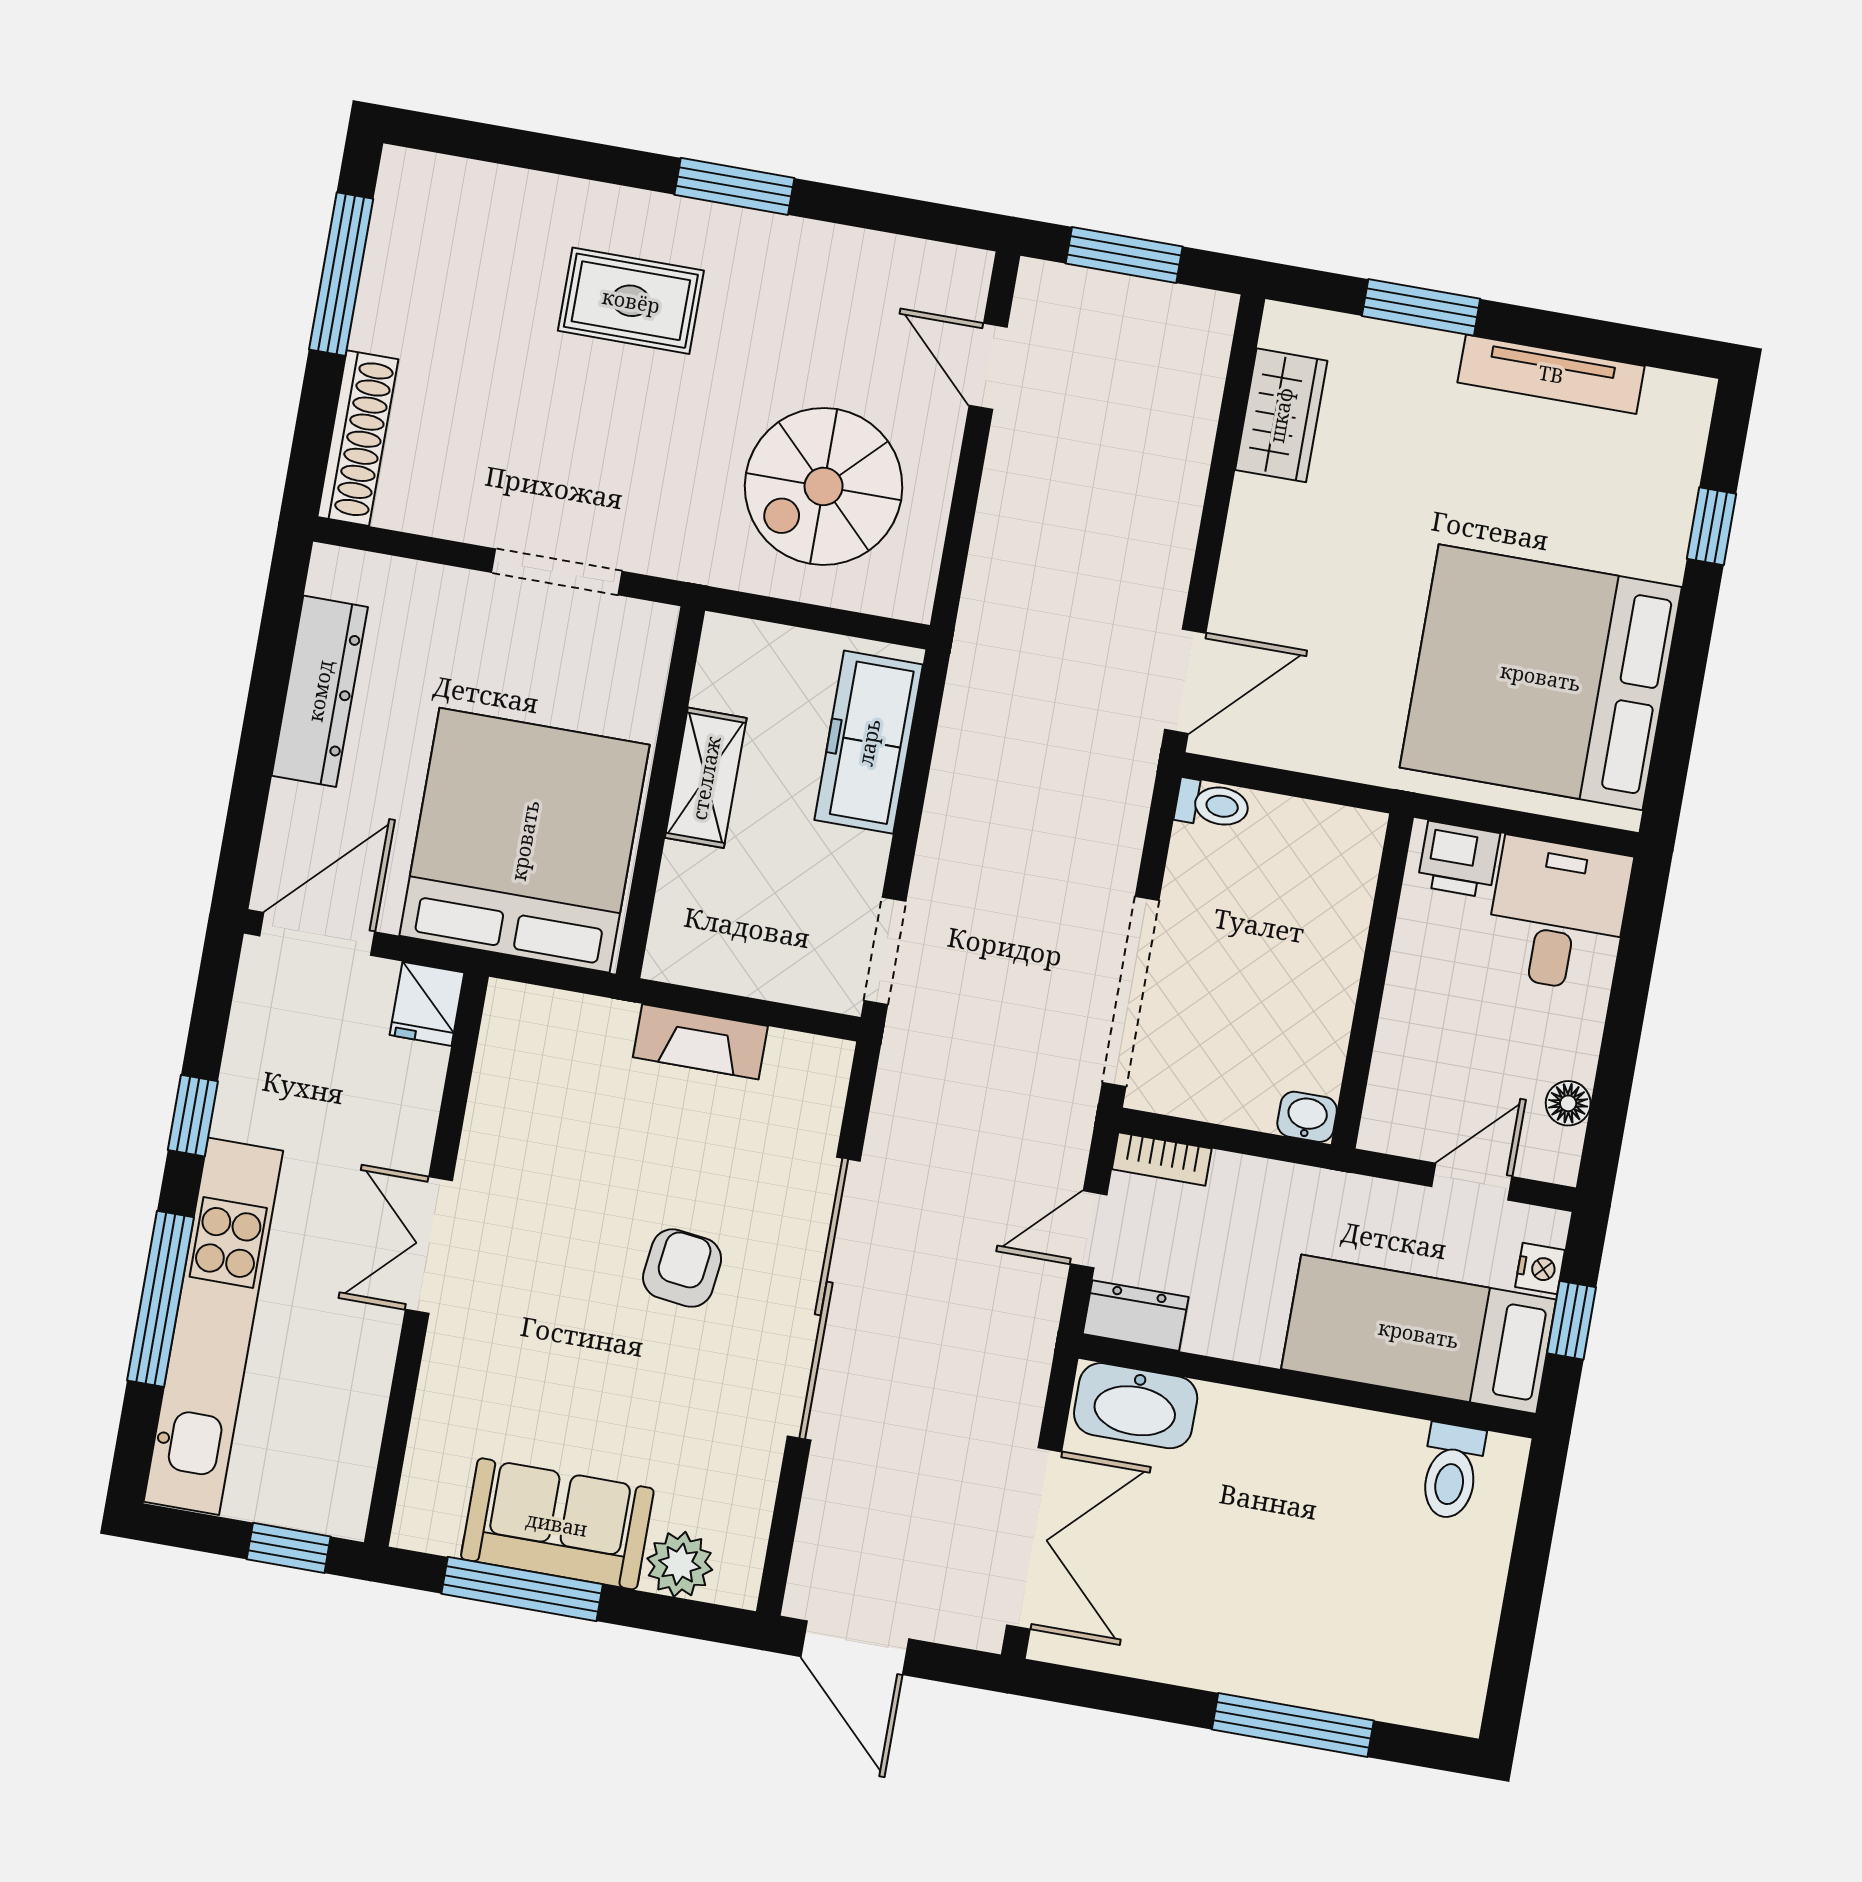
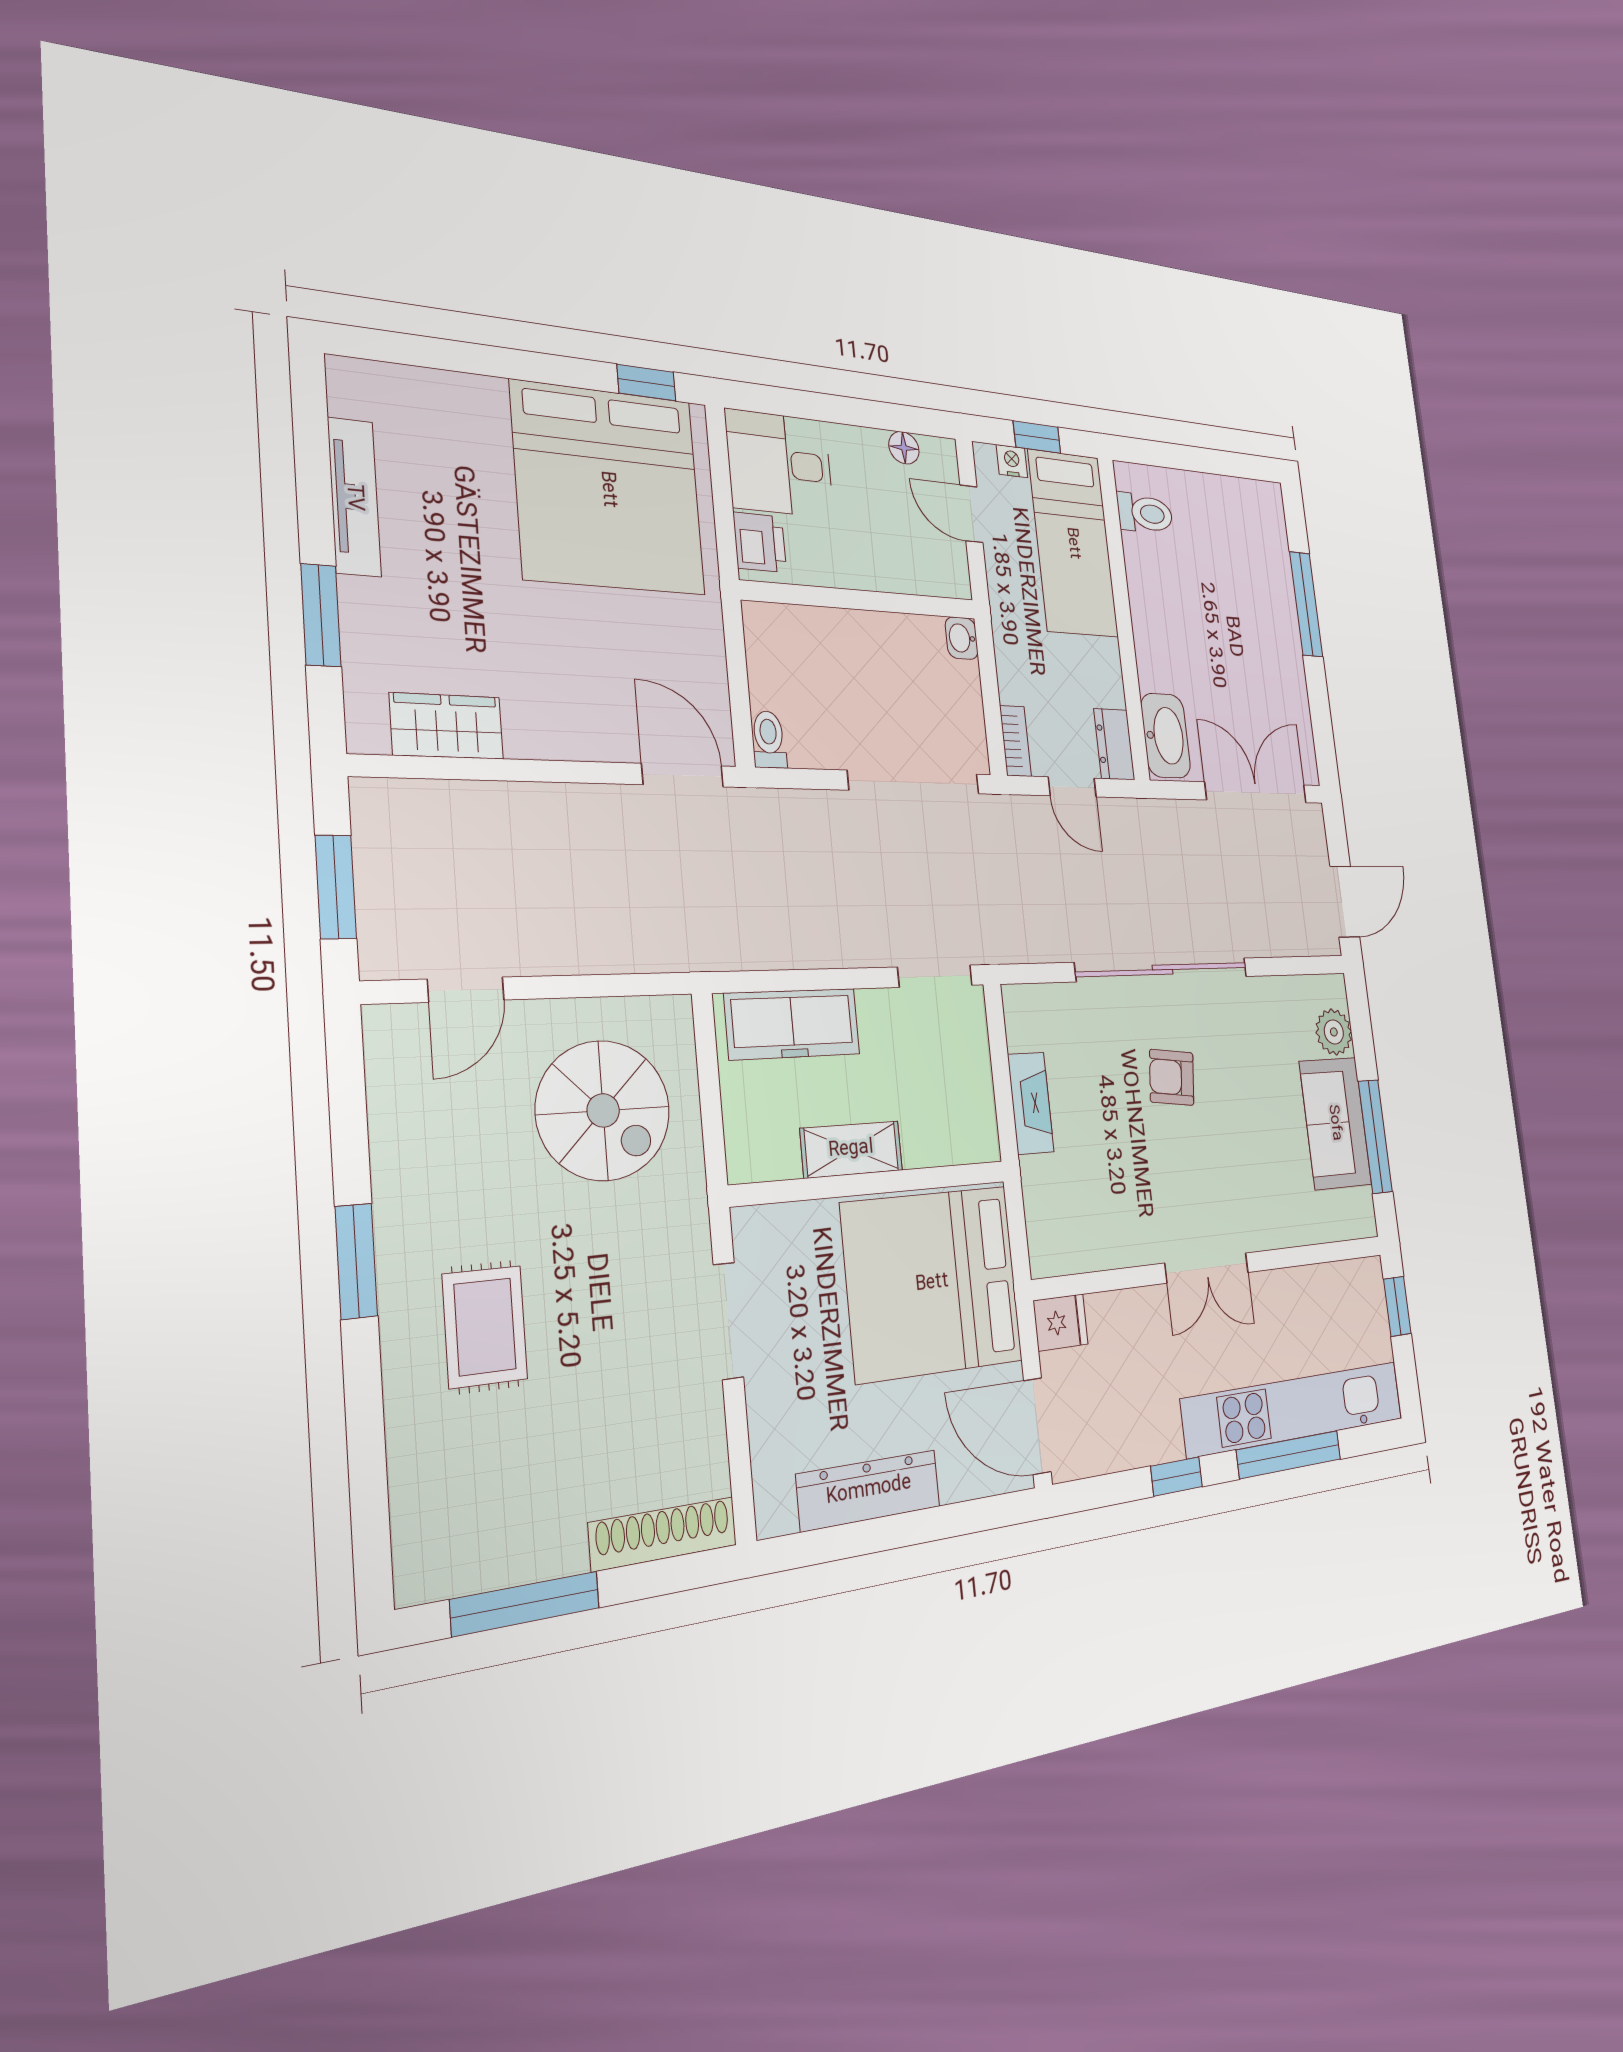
window: (1712, 526) -> (646, 383), moved

